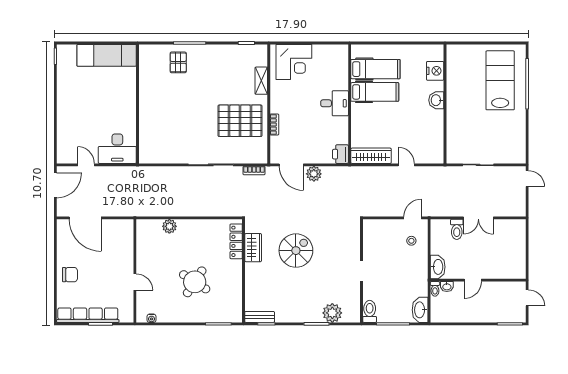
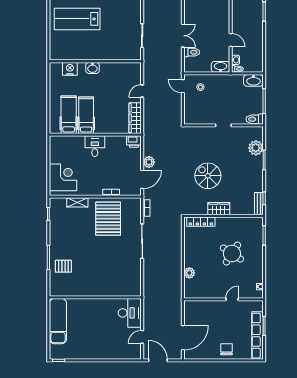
wardrobe: (253, 248) -> (219, 209), moved

